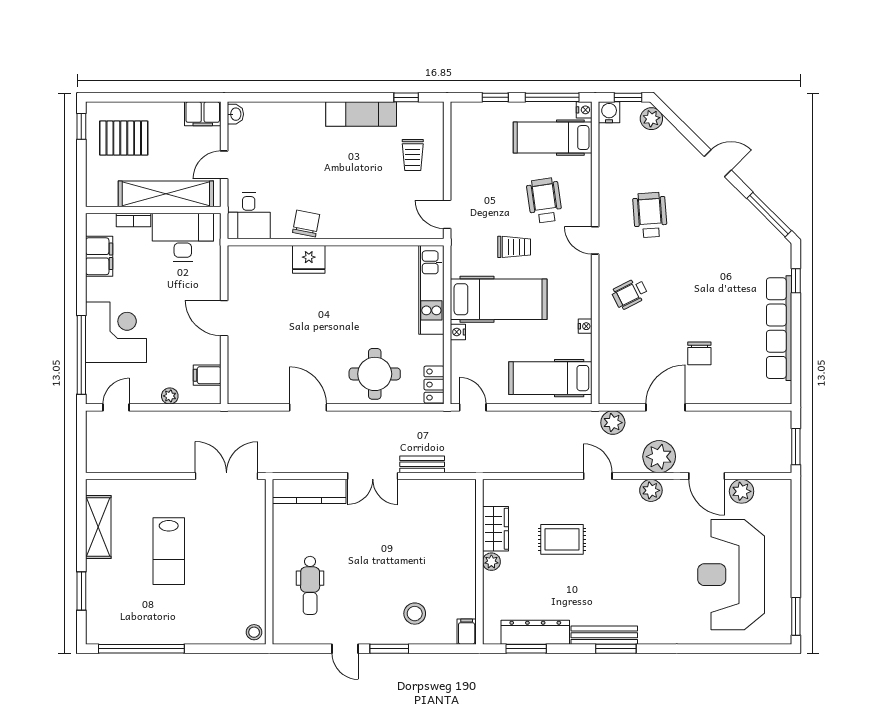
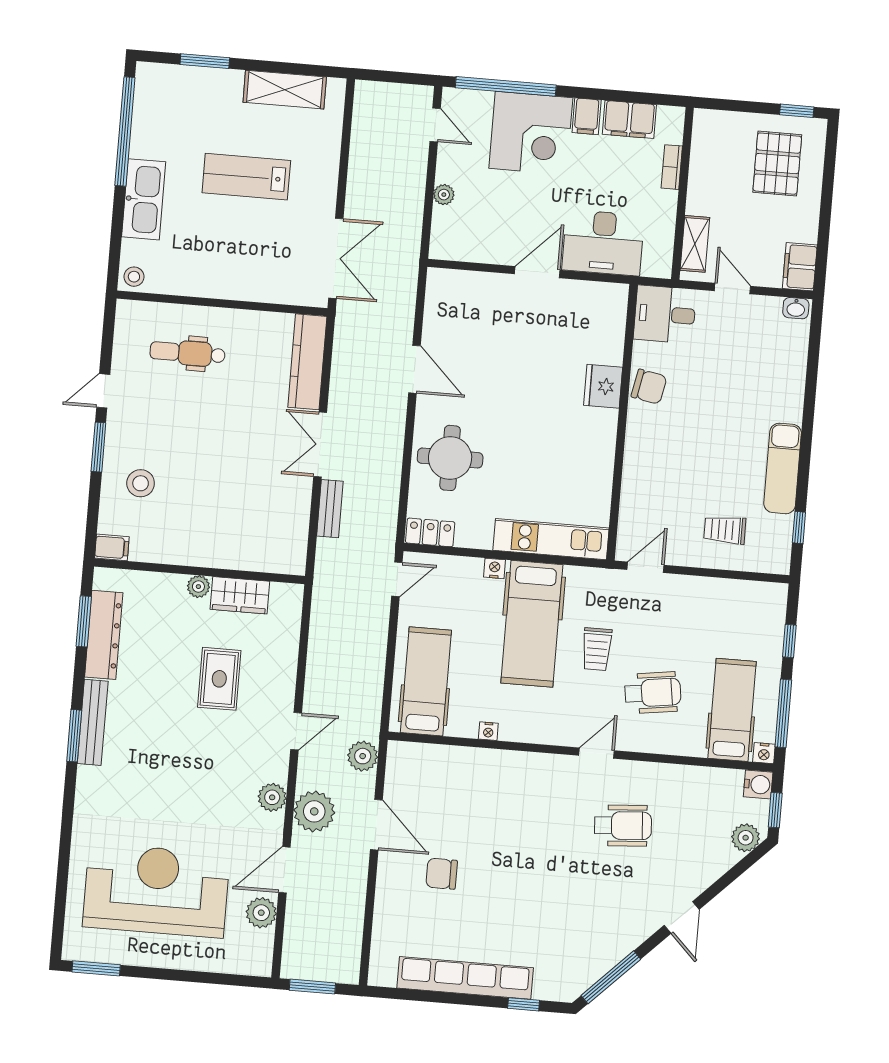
shelving: (166, 194) -> (695, 244), width x0.45, depth x0.75
desk: (183, 237) -> (603, 243), moved, turned 90
wheelchair: (630, 294) -> (525, 792), removed
filing cabinet: (207, 375) -> (587, 116), moved, turned 180
door: (308, 407) -> (415, 369), hinge flipped
kitchen sink: (193, 630) -> (144, 199), added

